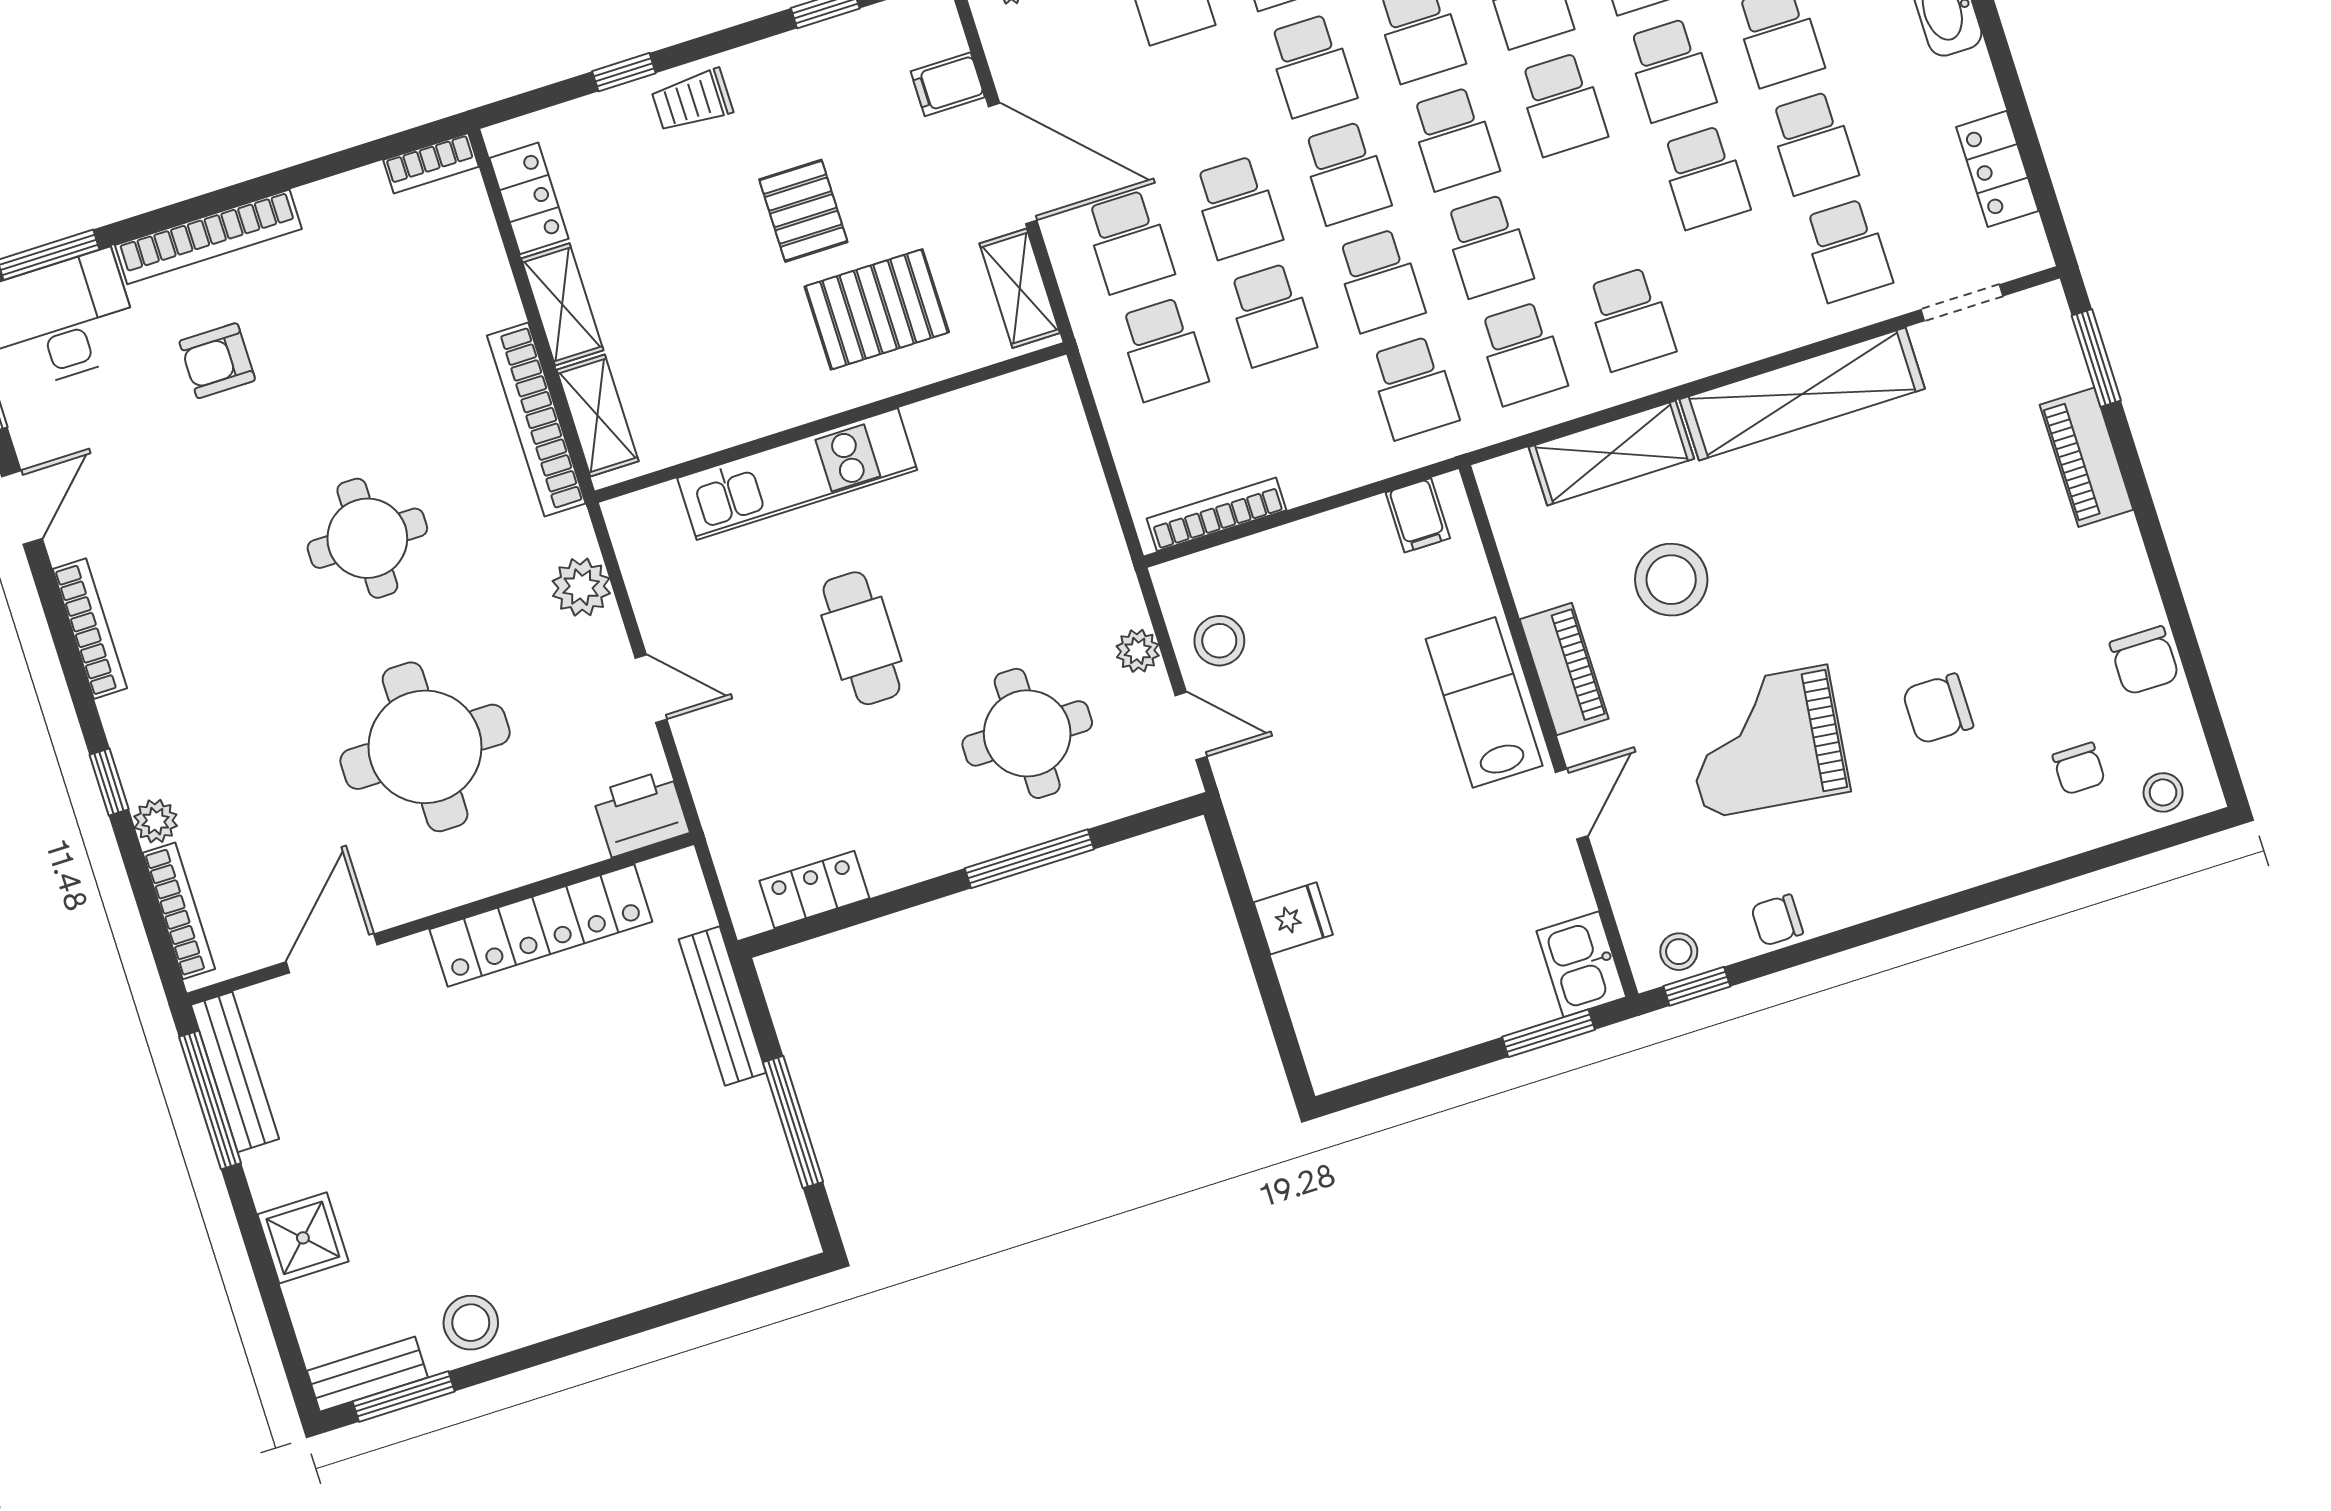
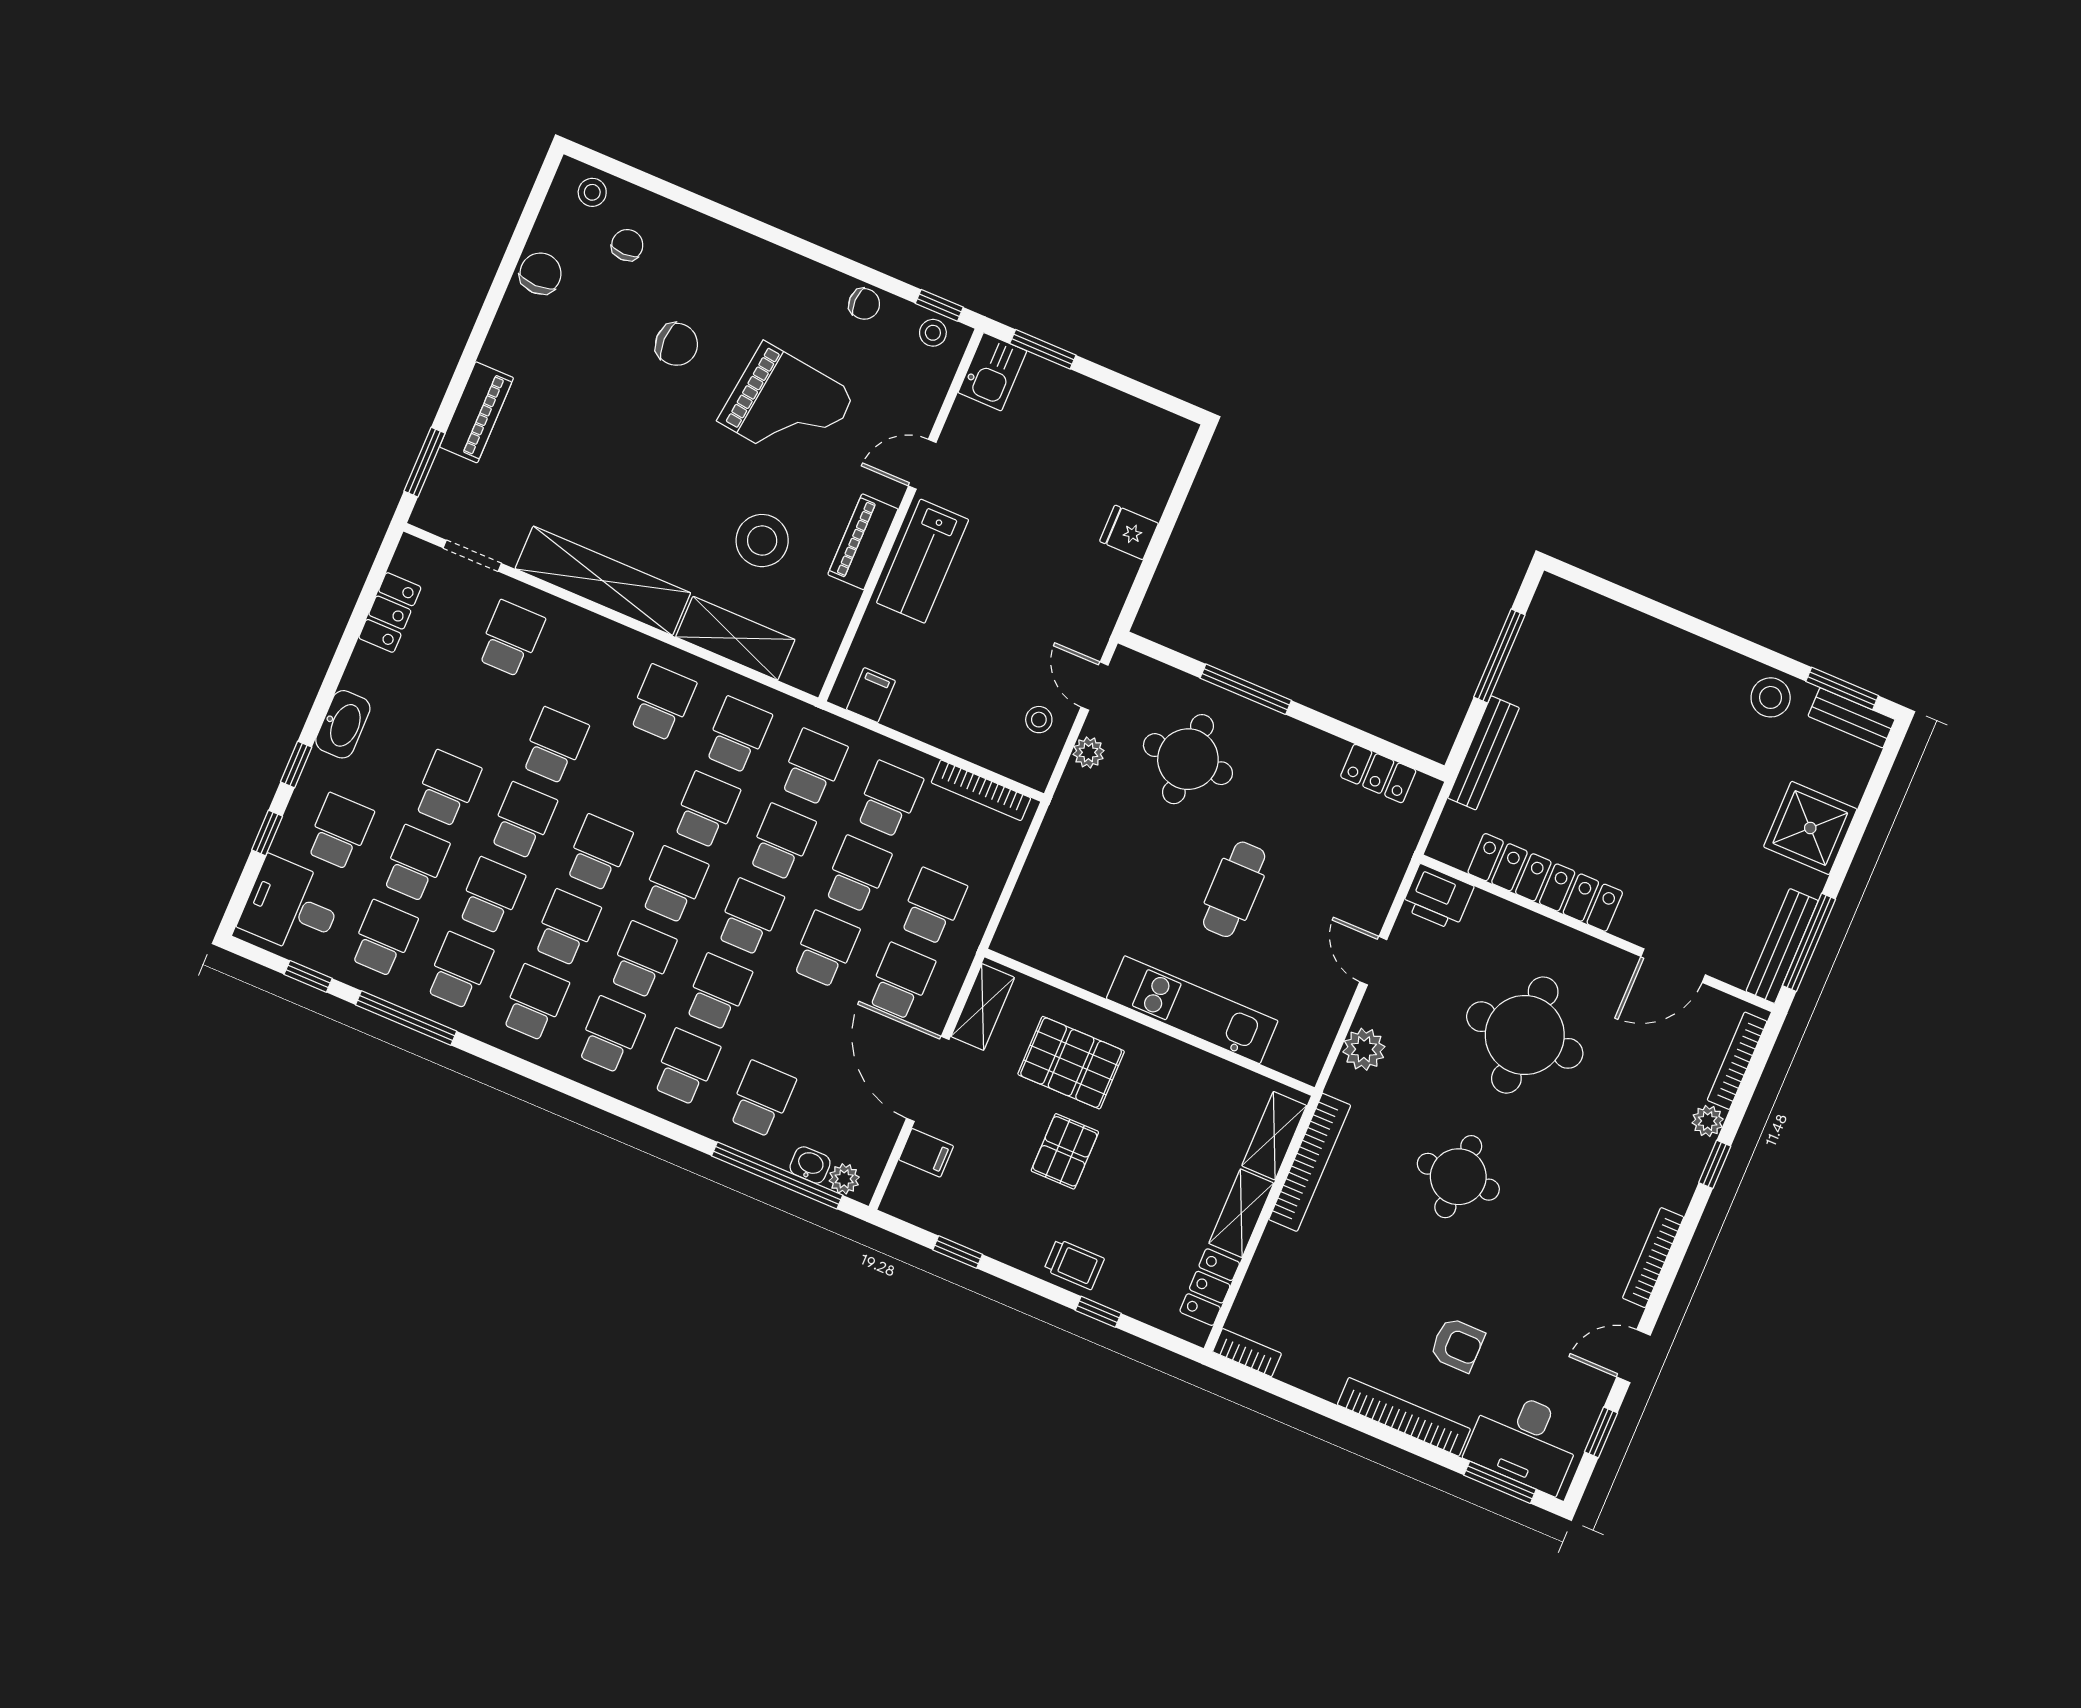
school desk: (1813, 143) -> (889, 799), moved
stool: (1219, 641) -> (1039, 720), width x0.73, depth x0.73
shower: (303, 1238) -> (1810, 828), width x1.36, depth x1.36

